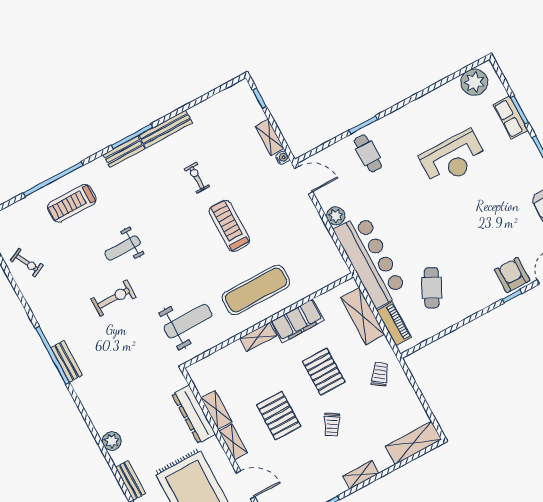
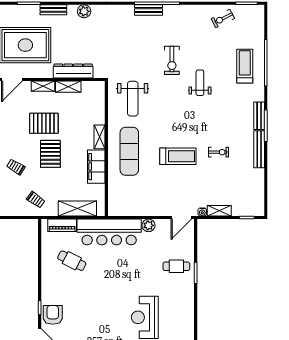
armchair: (512, 275) -> (53, 315), turned -90
pallet: (324, 372) -> (50, 154), moved, turned 90
trolley: (332, 425) -> (16, 167), moved

